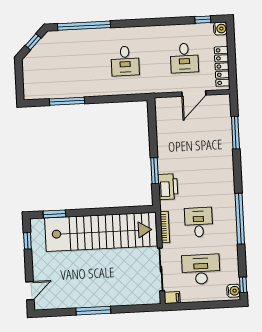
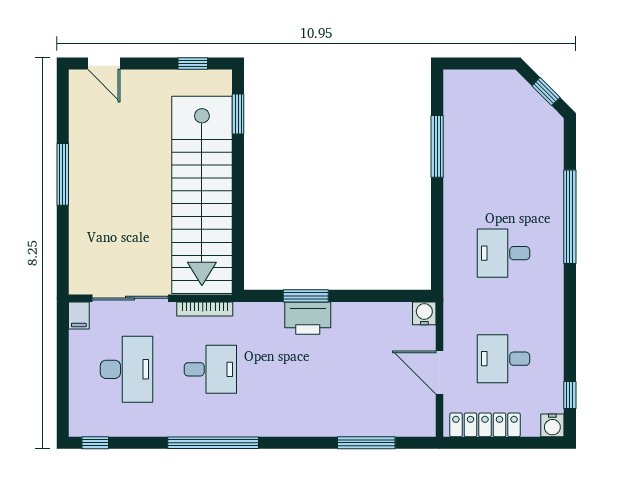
window: (84, 26) -> (570, 217), moved
printer: (168, 187) -> (308, 318), moved
water cooler: (234, 291) -> (424, 313), moved, turned 180

